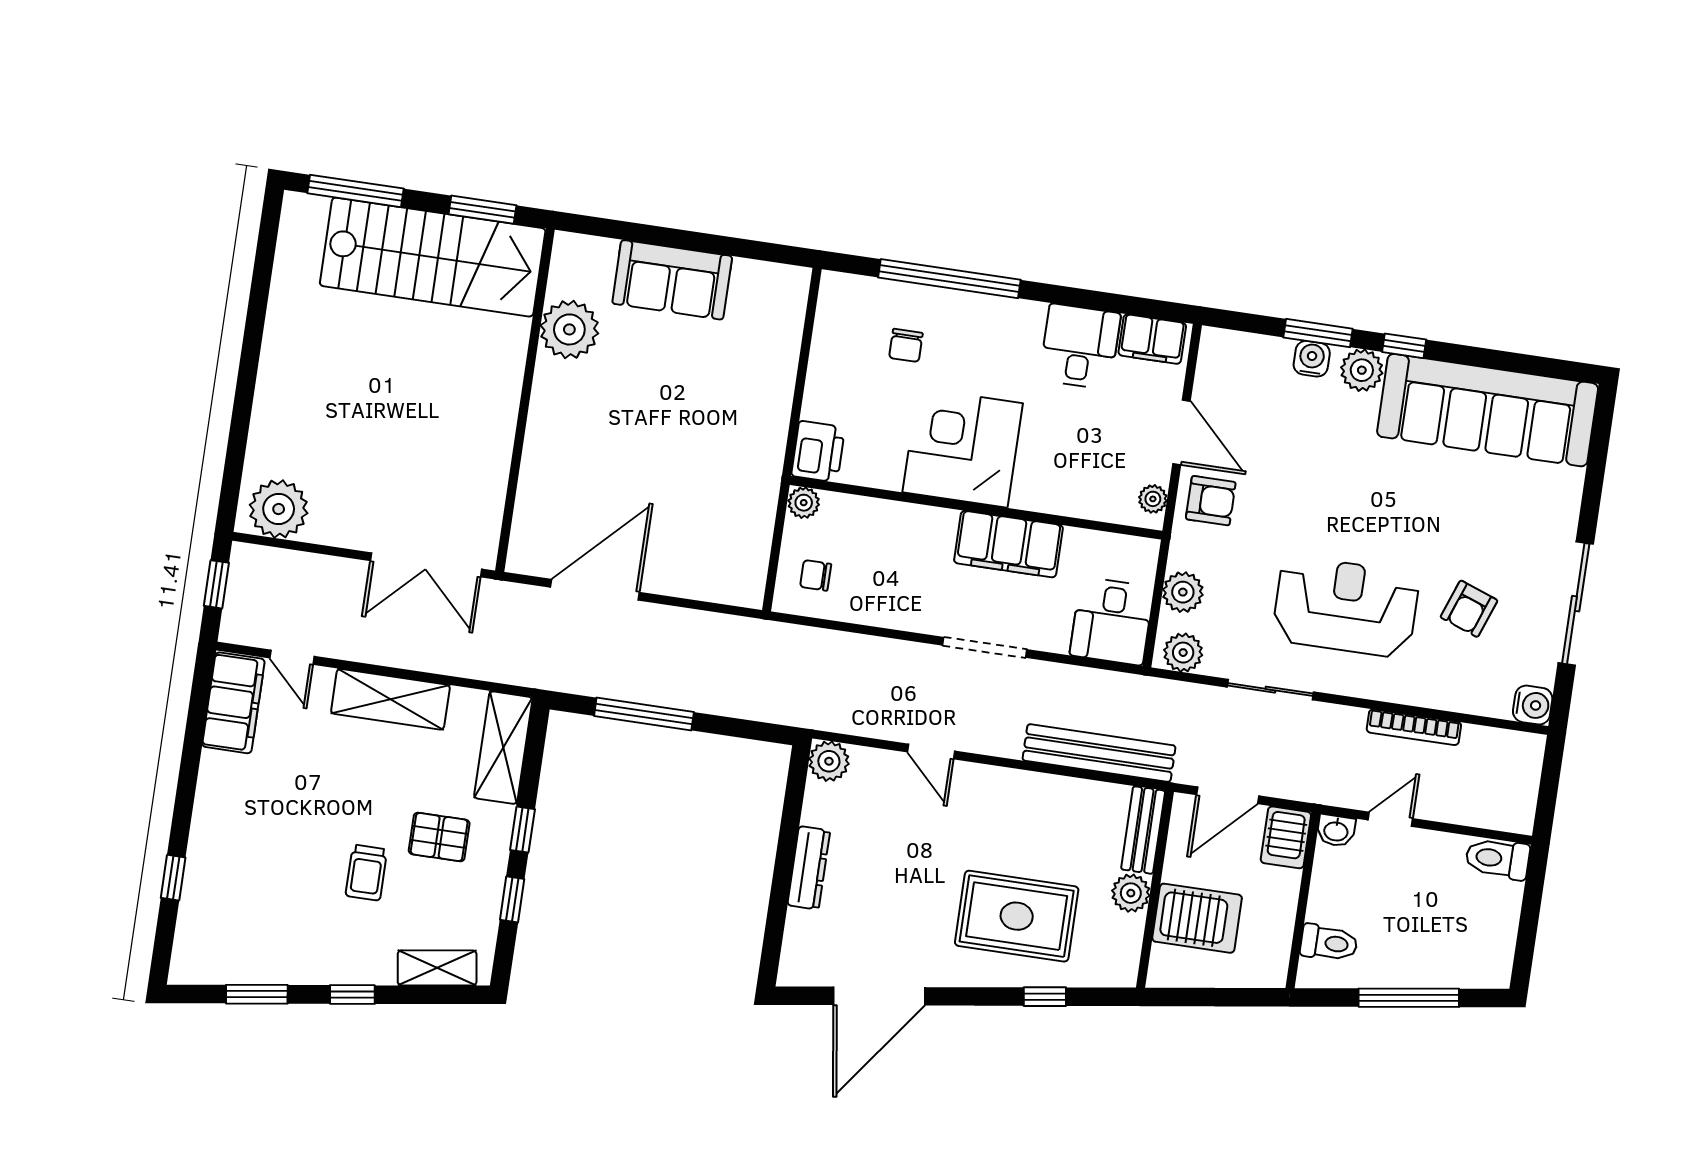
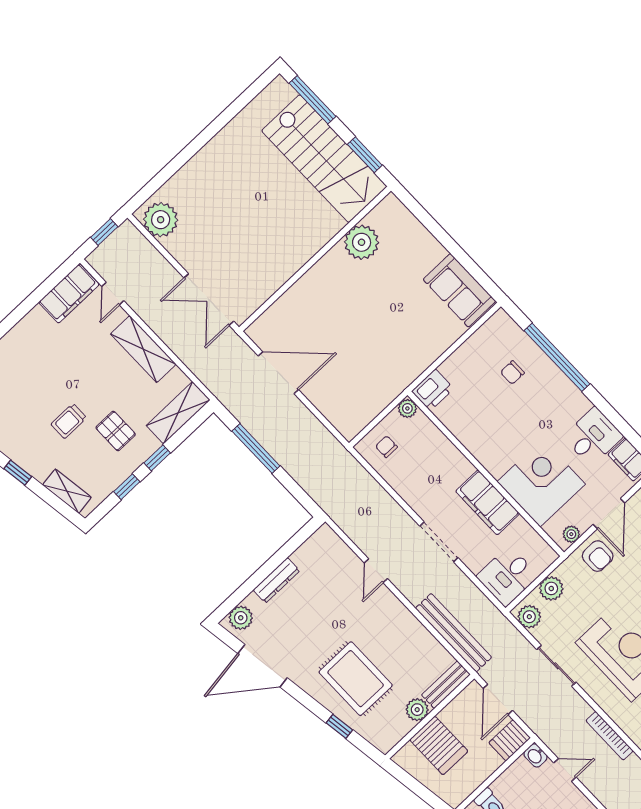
sofa: (672, 280) -> (459, 290), moved
corner desk: (963, 448) -> (541, 483), moved
plant: (829, 761) -> (241, 618), moved
door: (1228, 795) -> (498, 699), hinge flipped

